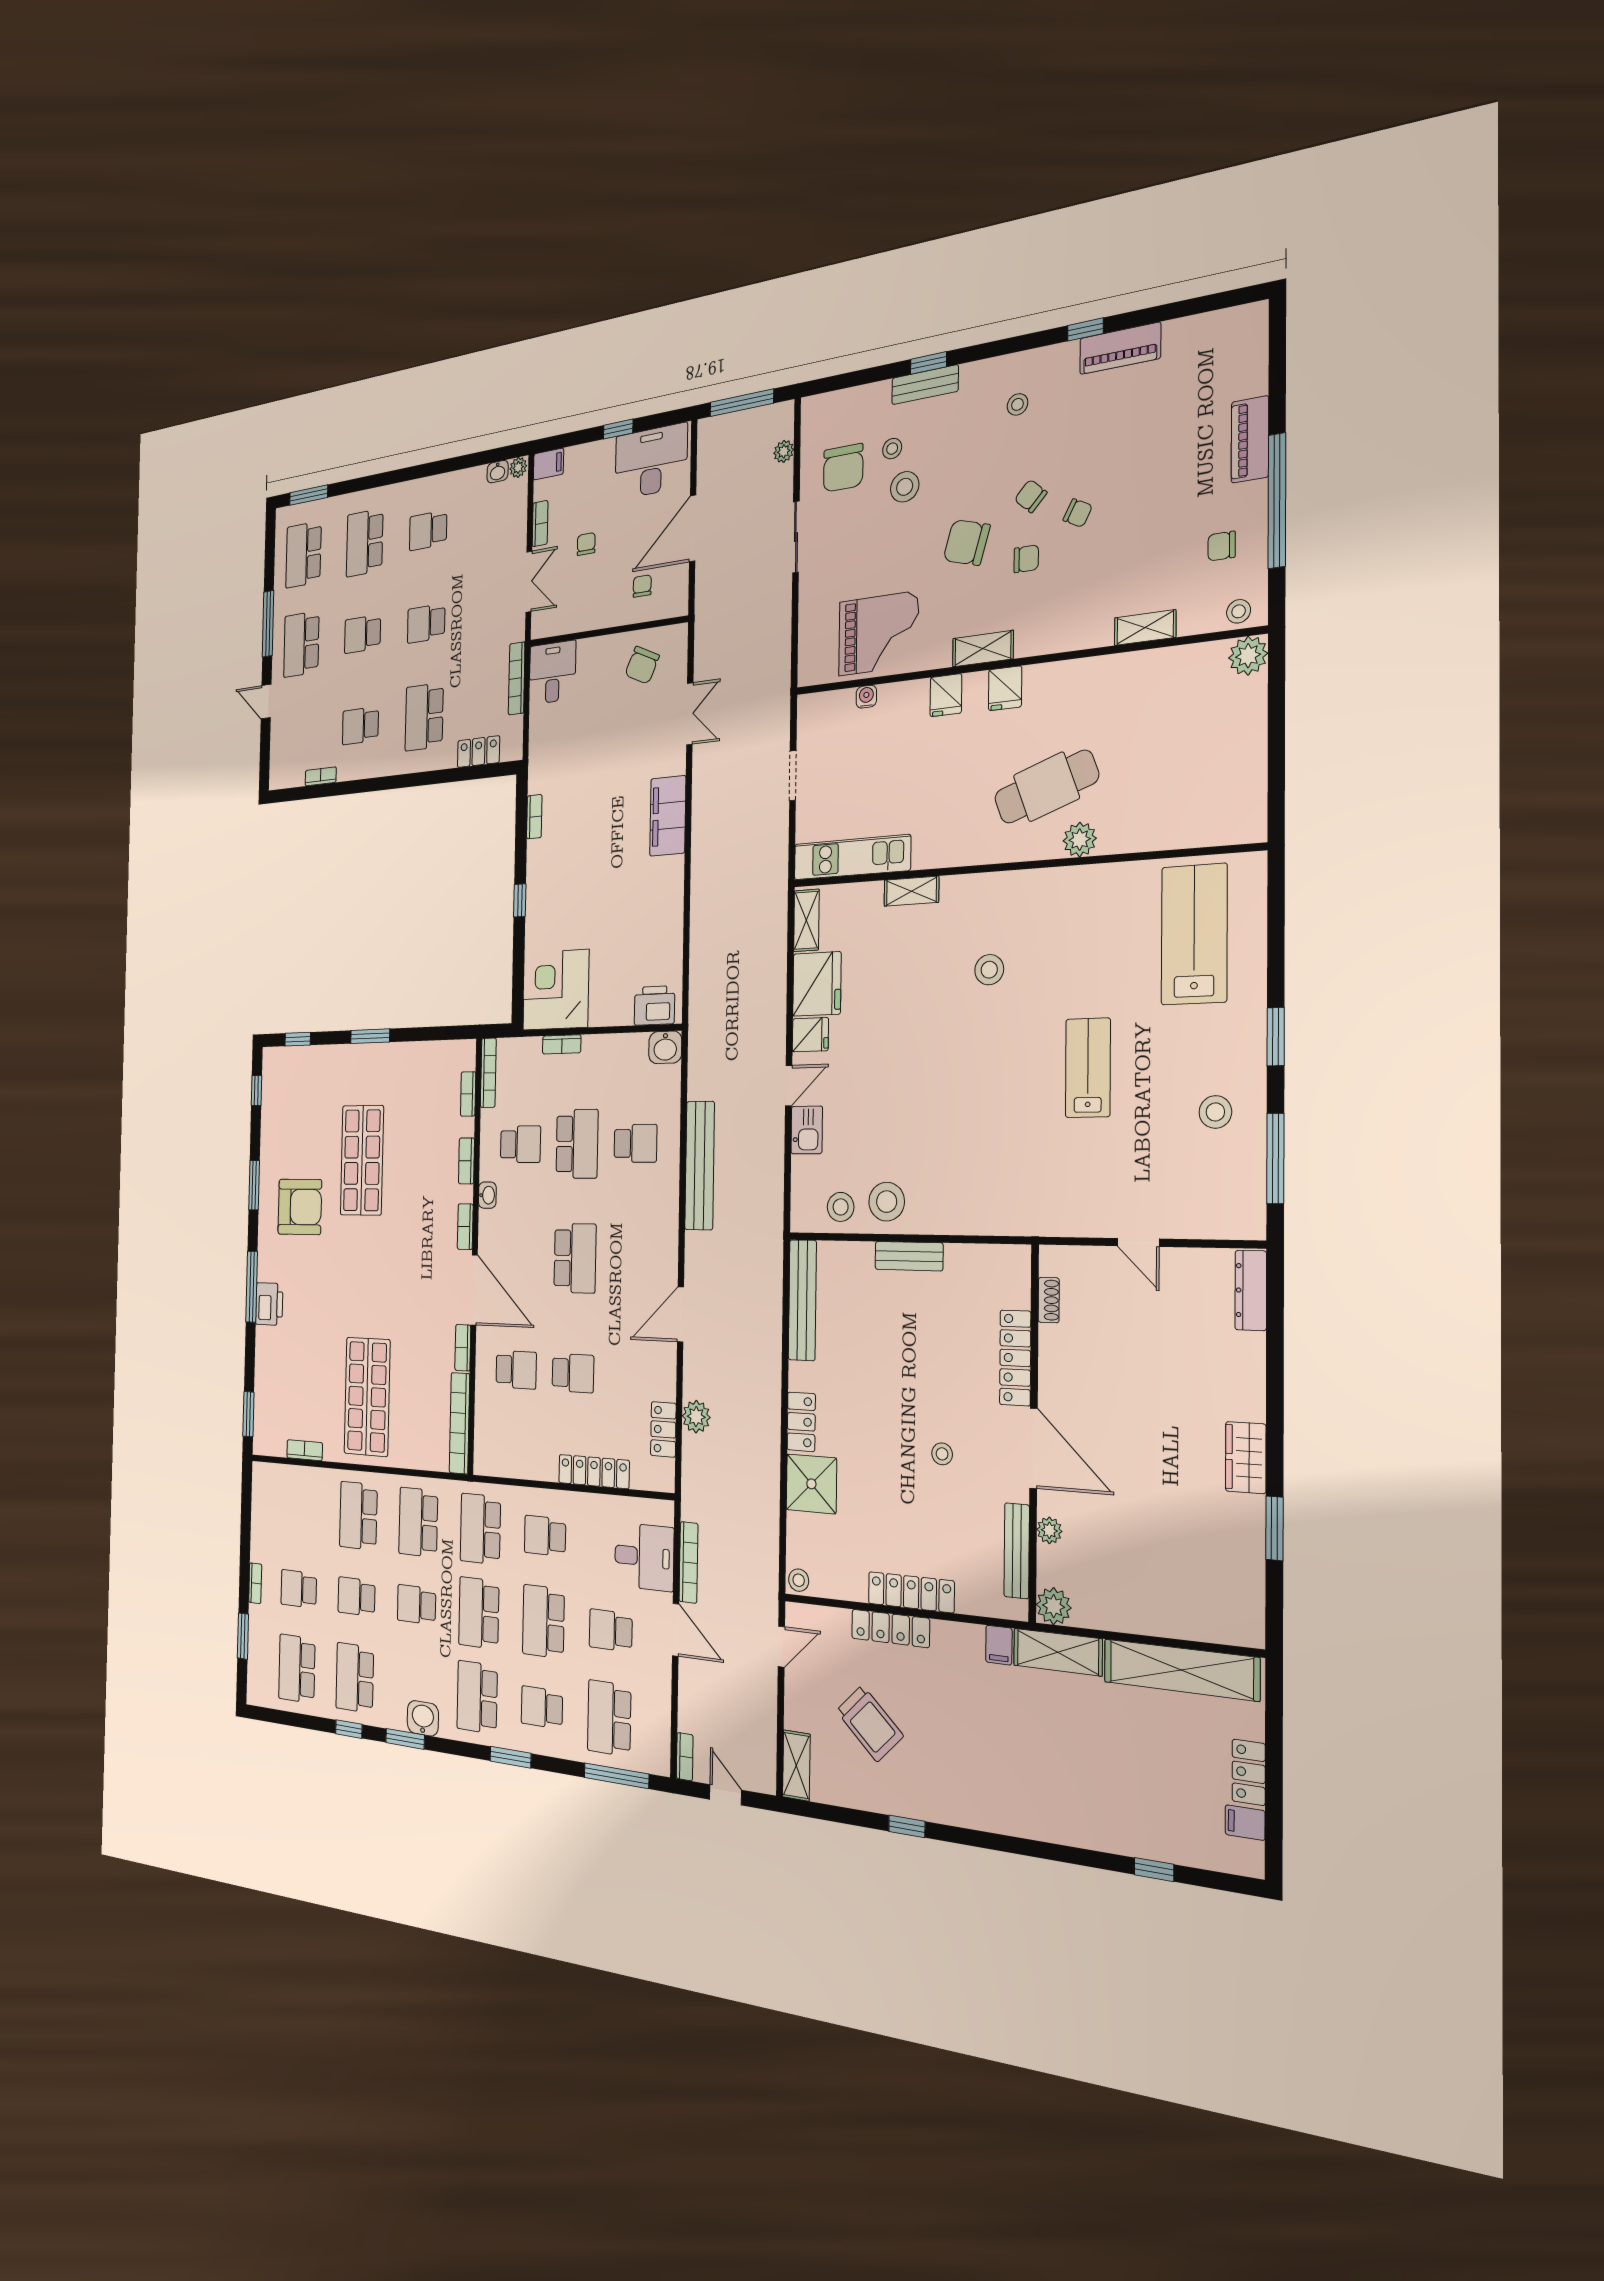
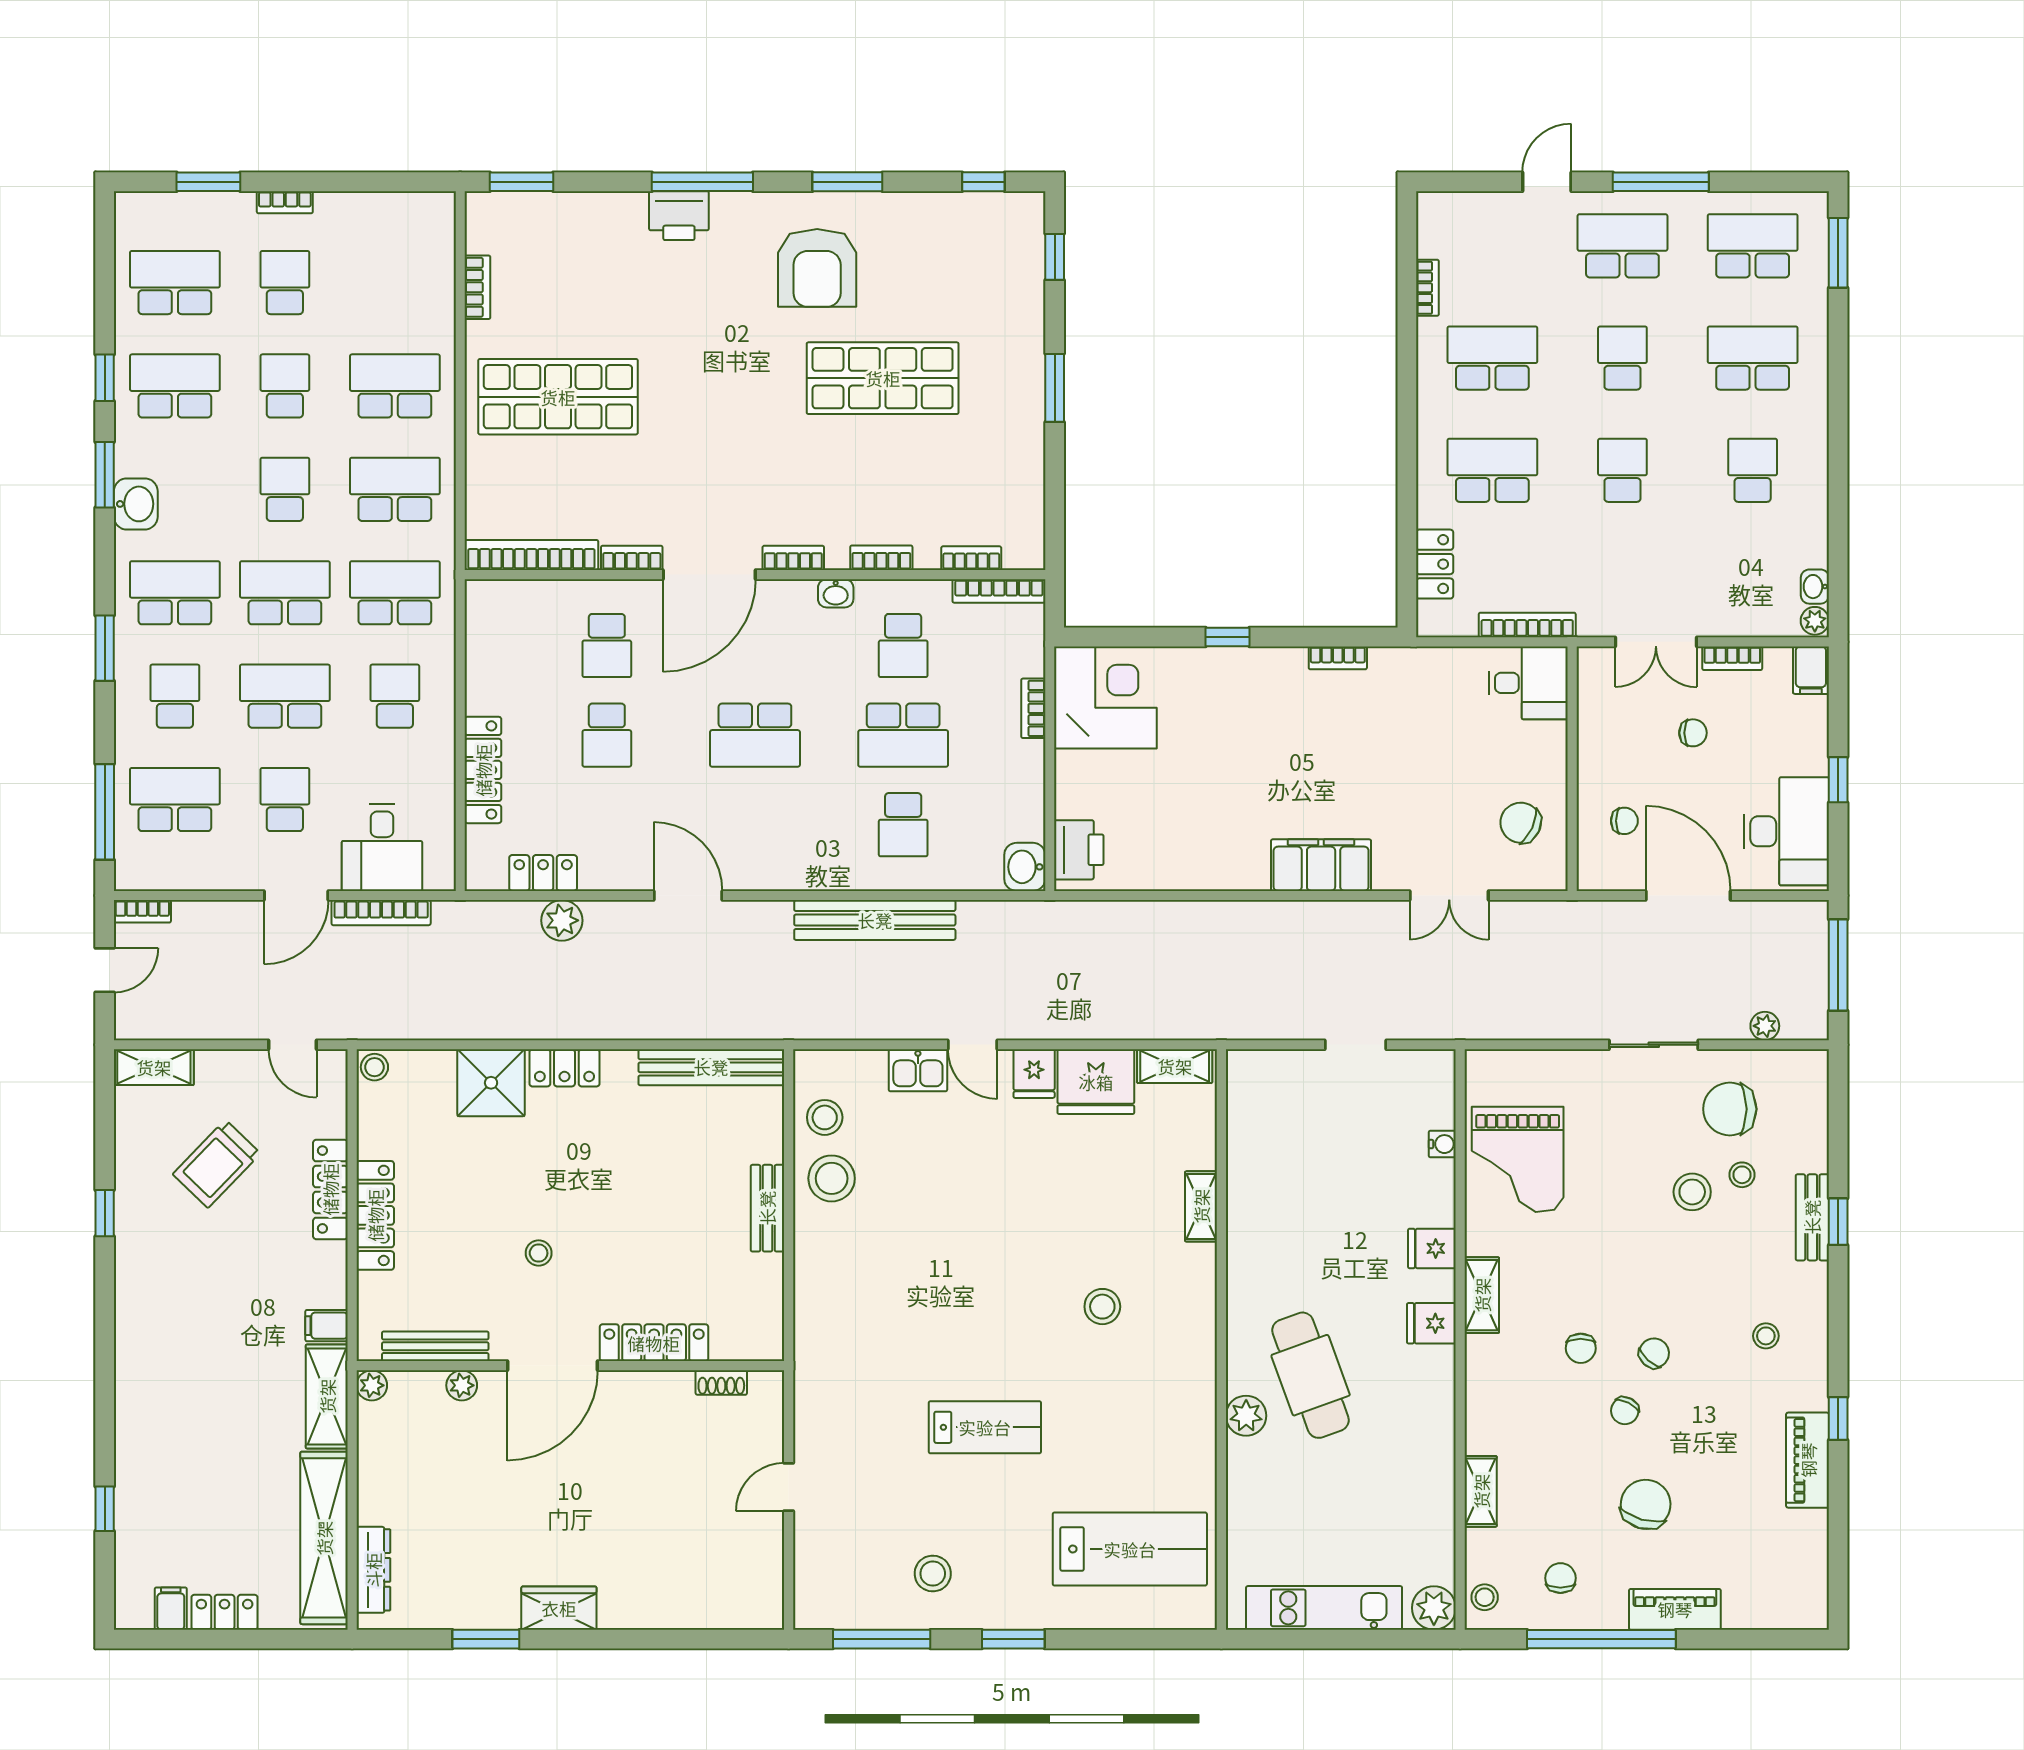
chair: (967, 543) -> (1646, 1504), moved
school desk: (360, 726) -> (1492, 358), width x1.85
kitchen unit: (852, 857) -> (1324, 1608), moved, turned -90
dresser: (1251, 1290) -> (373, 1570), moved, turned 90
plant: (1054, 1606) -> (372, 1385), width x0.73, depth x0.73

